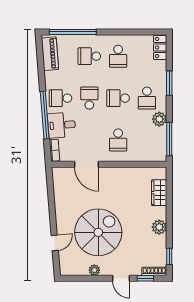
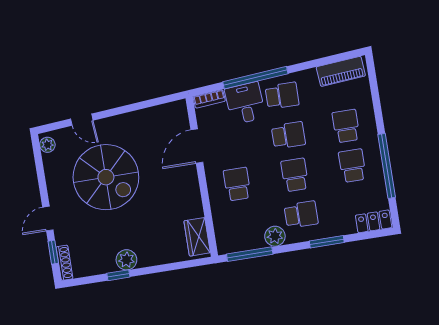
window: (73, 32) -> (387, 166), moved
school desk: (118, 56) -> (352, 166), turned 90
school desk: (60, 98) -> (282, 96), turned 90
school desk: (147, 98) -> (301, 214), turned 180
school desk: (118, 140) -> (237, 184), turned 90
wardrobe: (159, 193) -> (197, 237), moved, turned -90
window: (169, 256) -> (118, 275), moved
plant: (94, 270) -> (47, 145), moved

